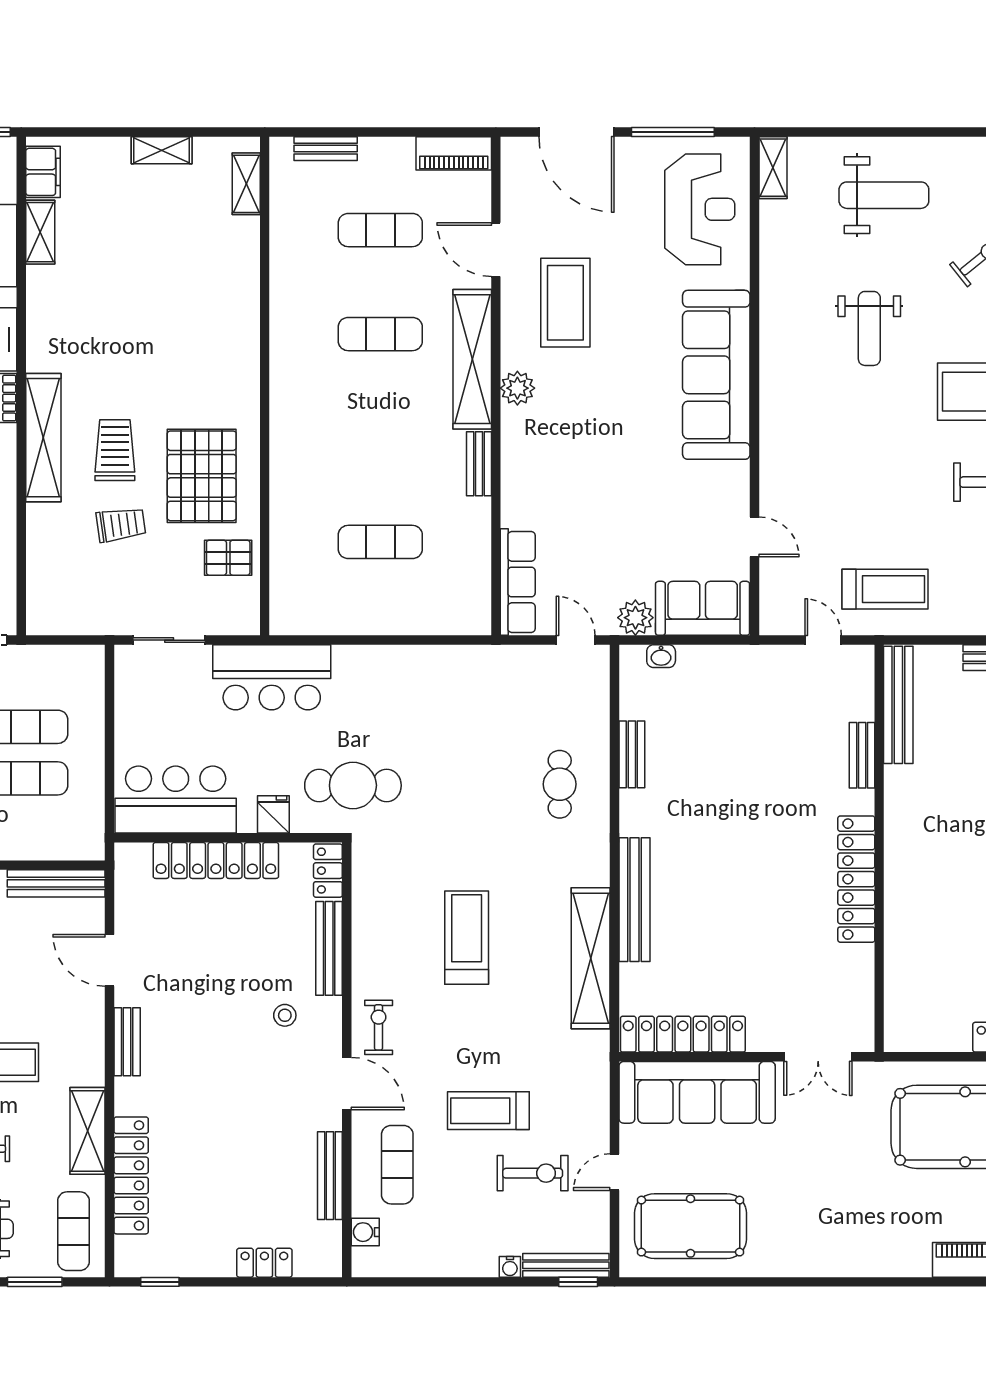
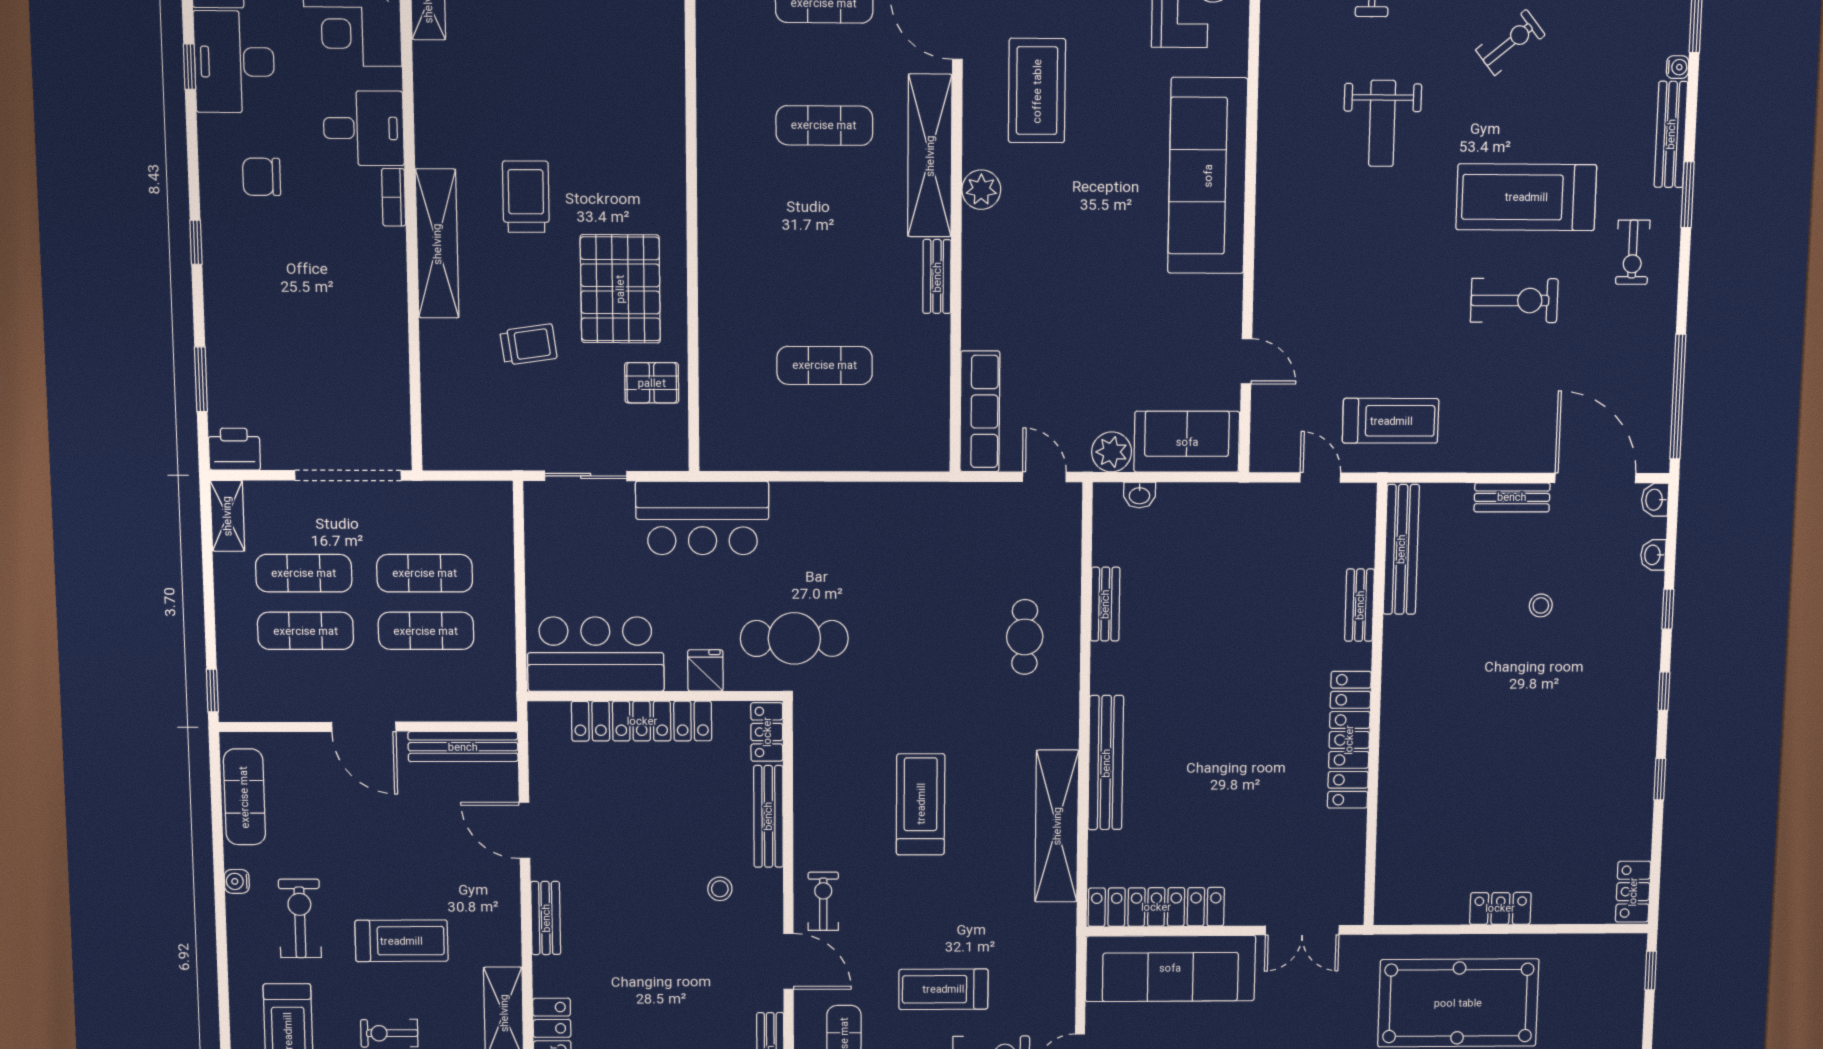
trolley: (115, 450) -> (526, 197), moved

